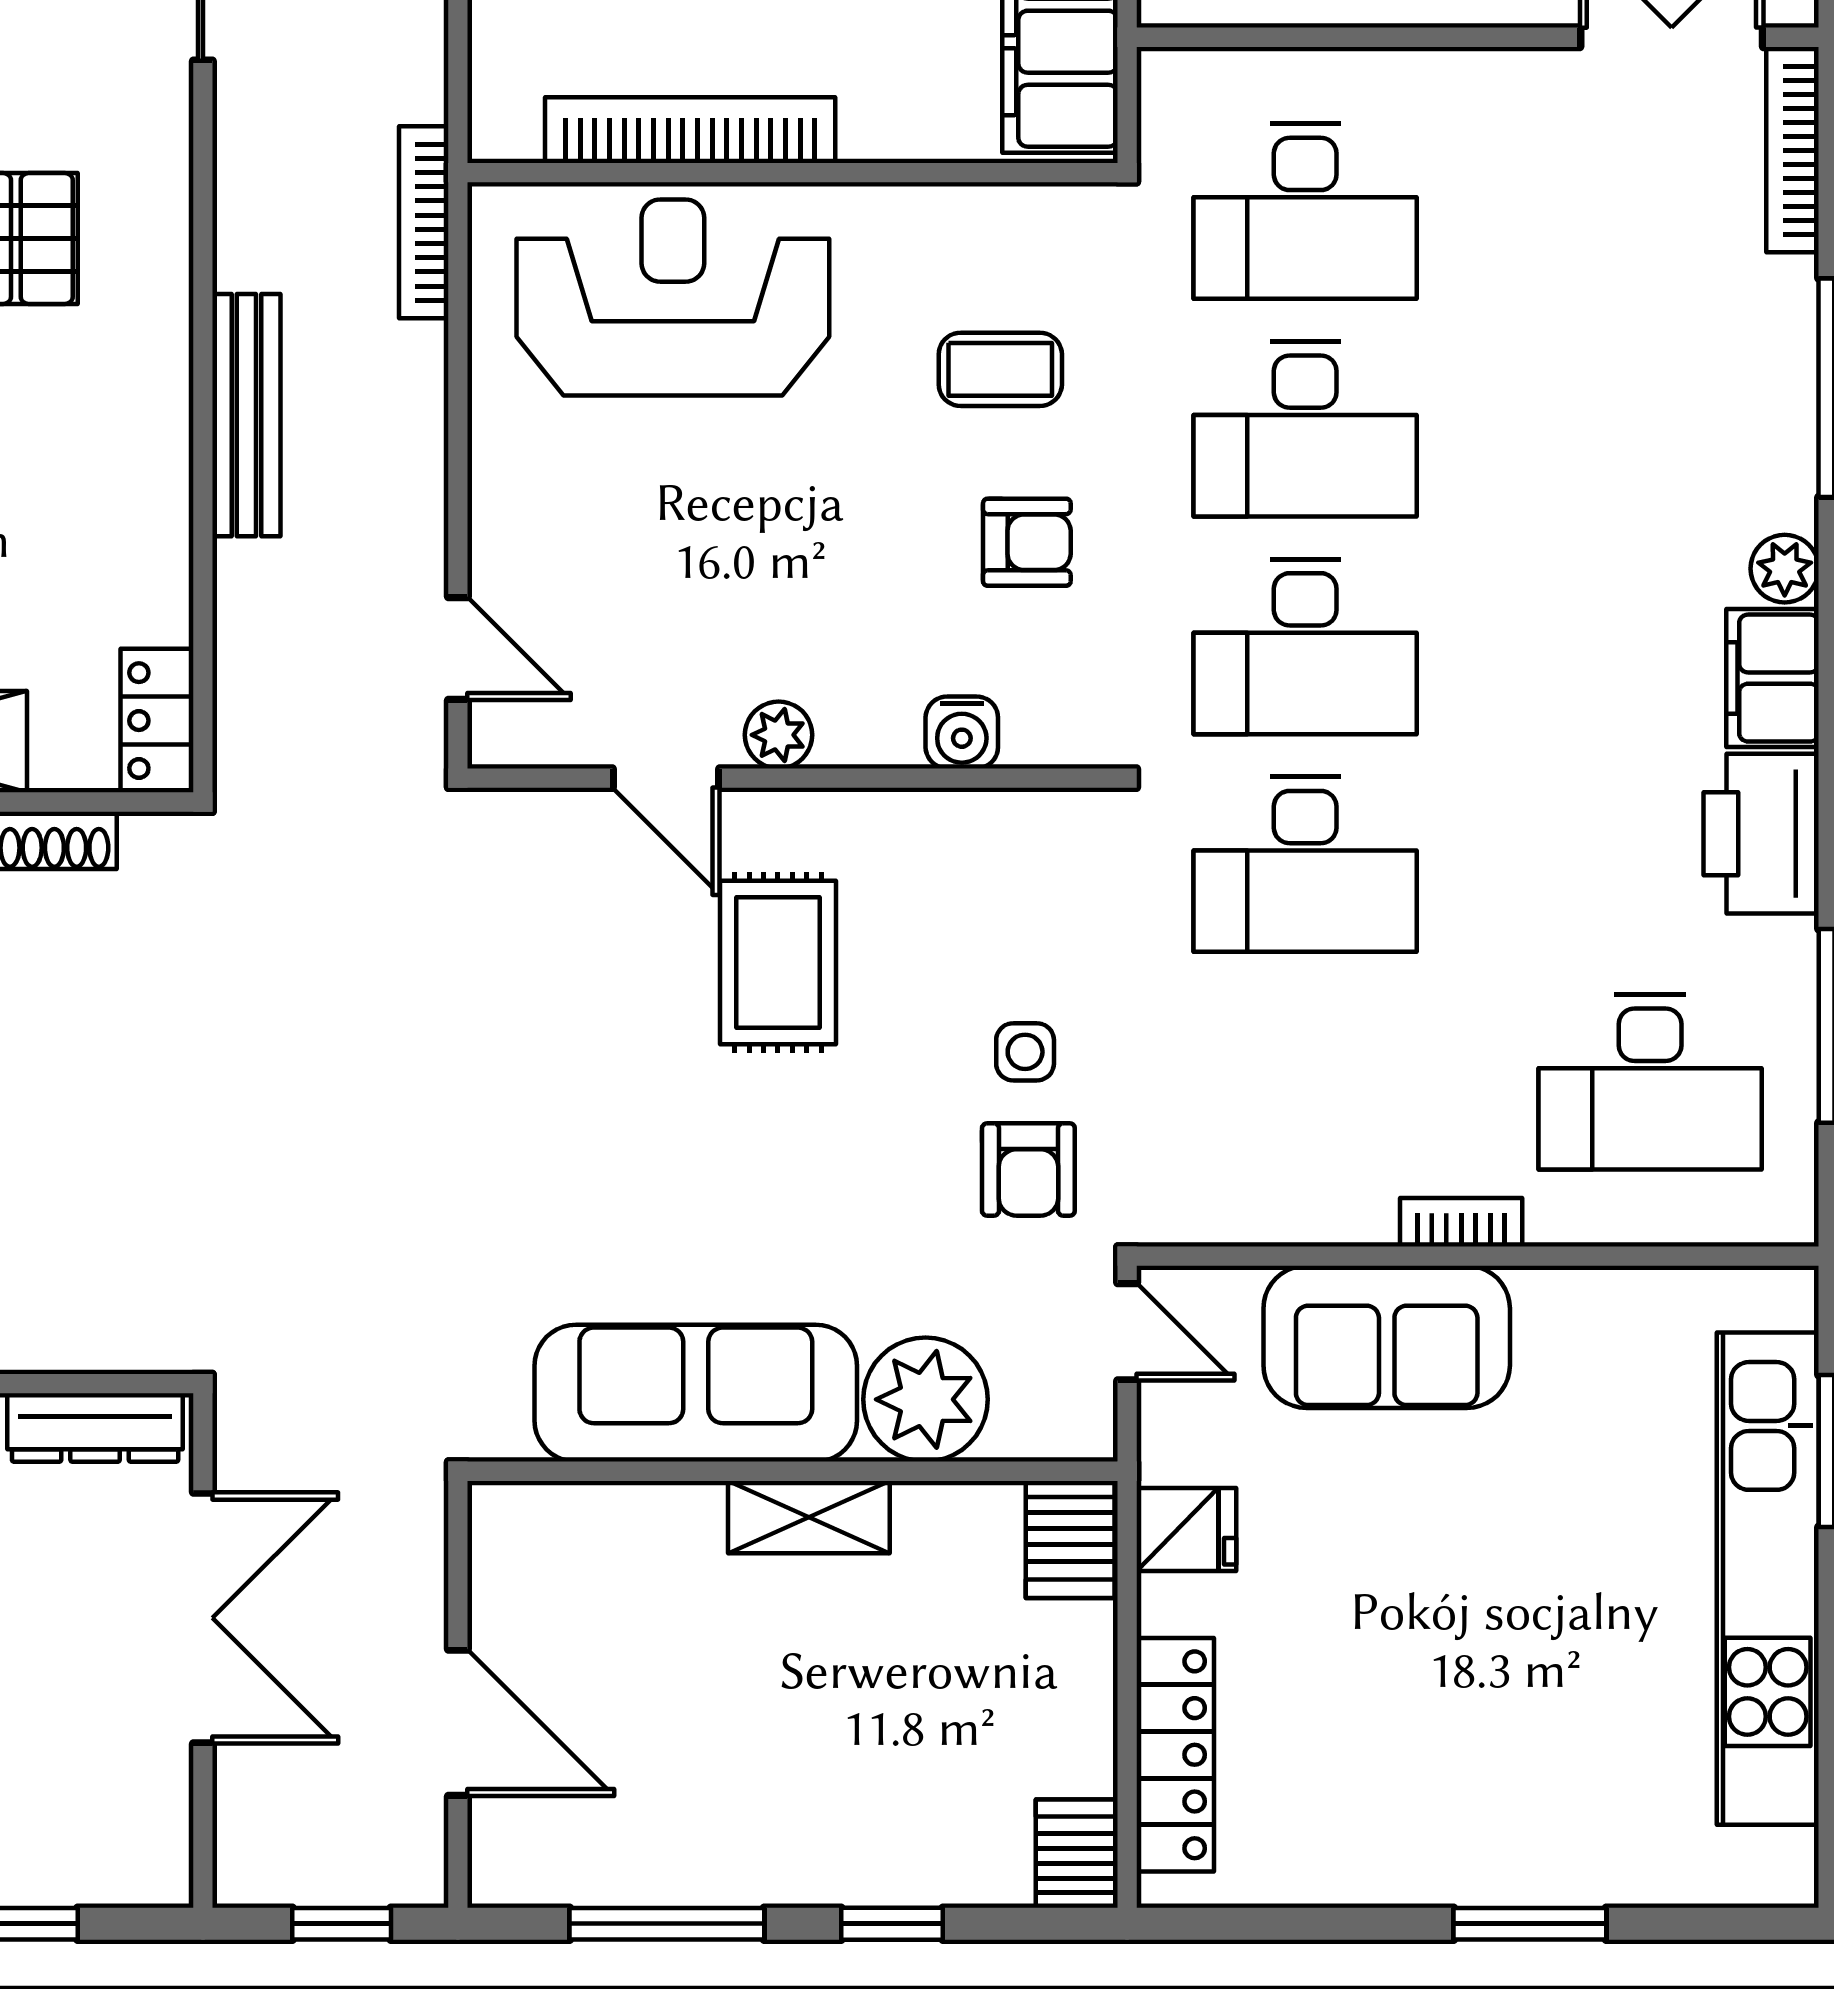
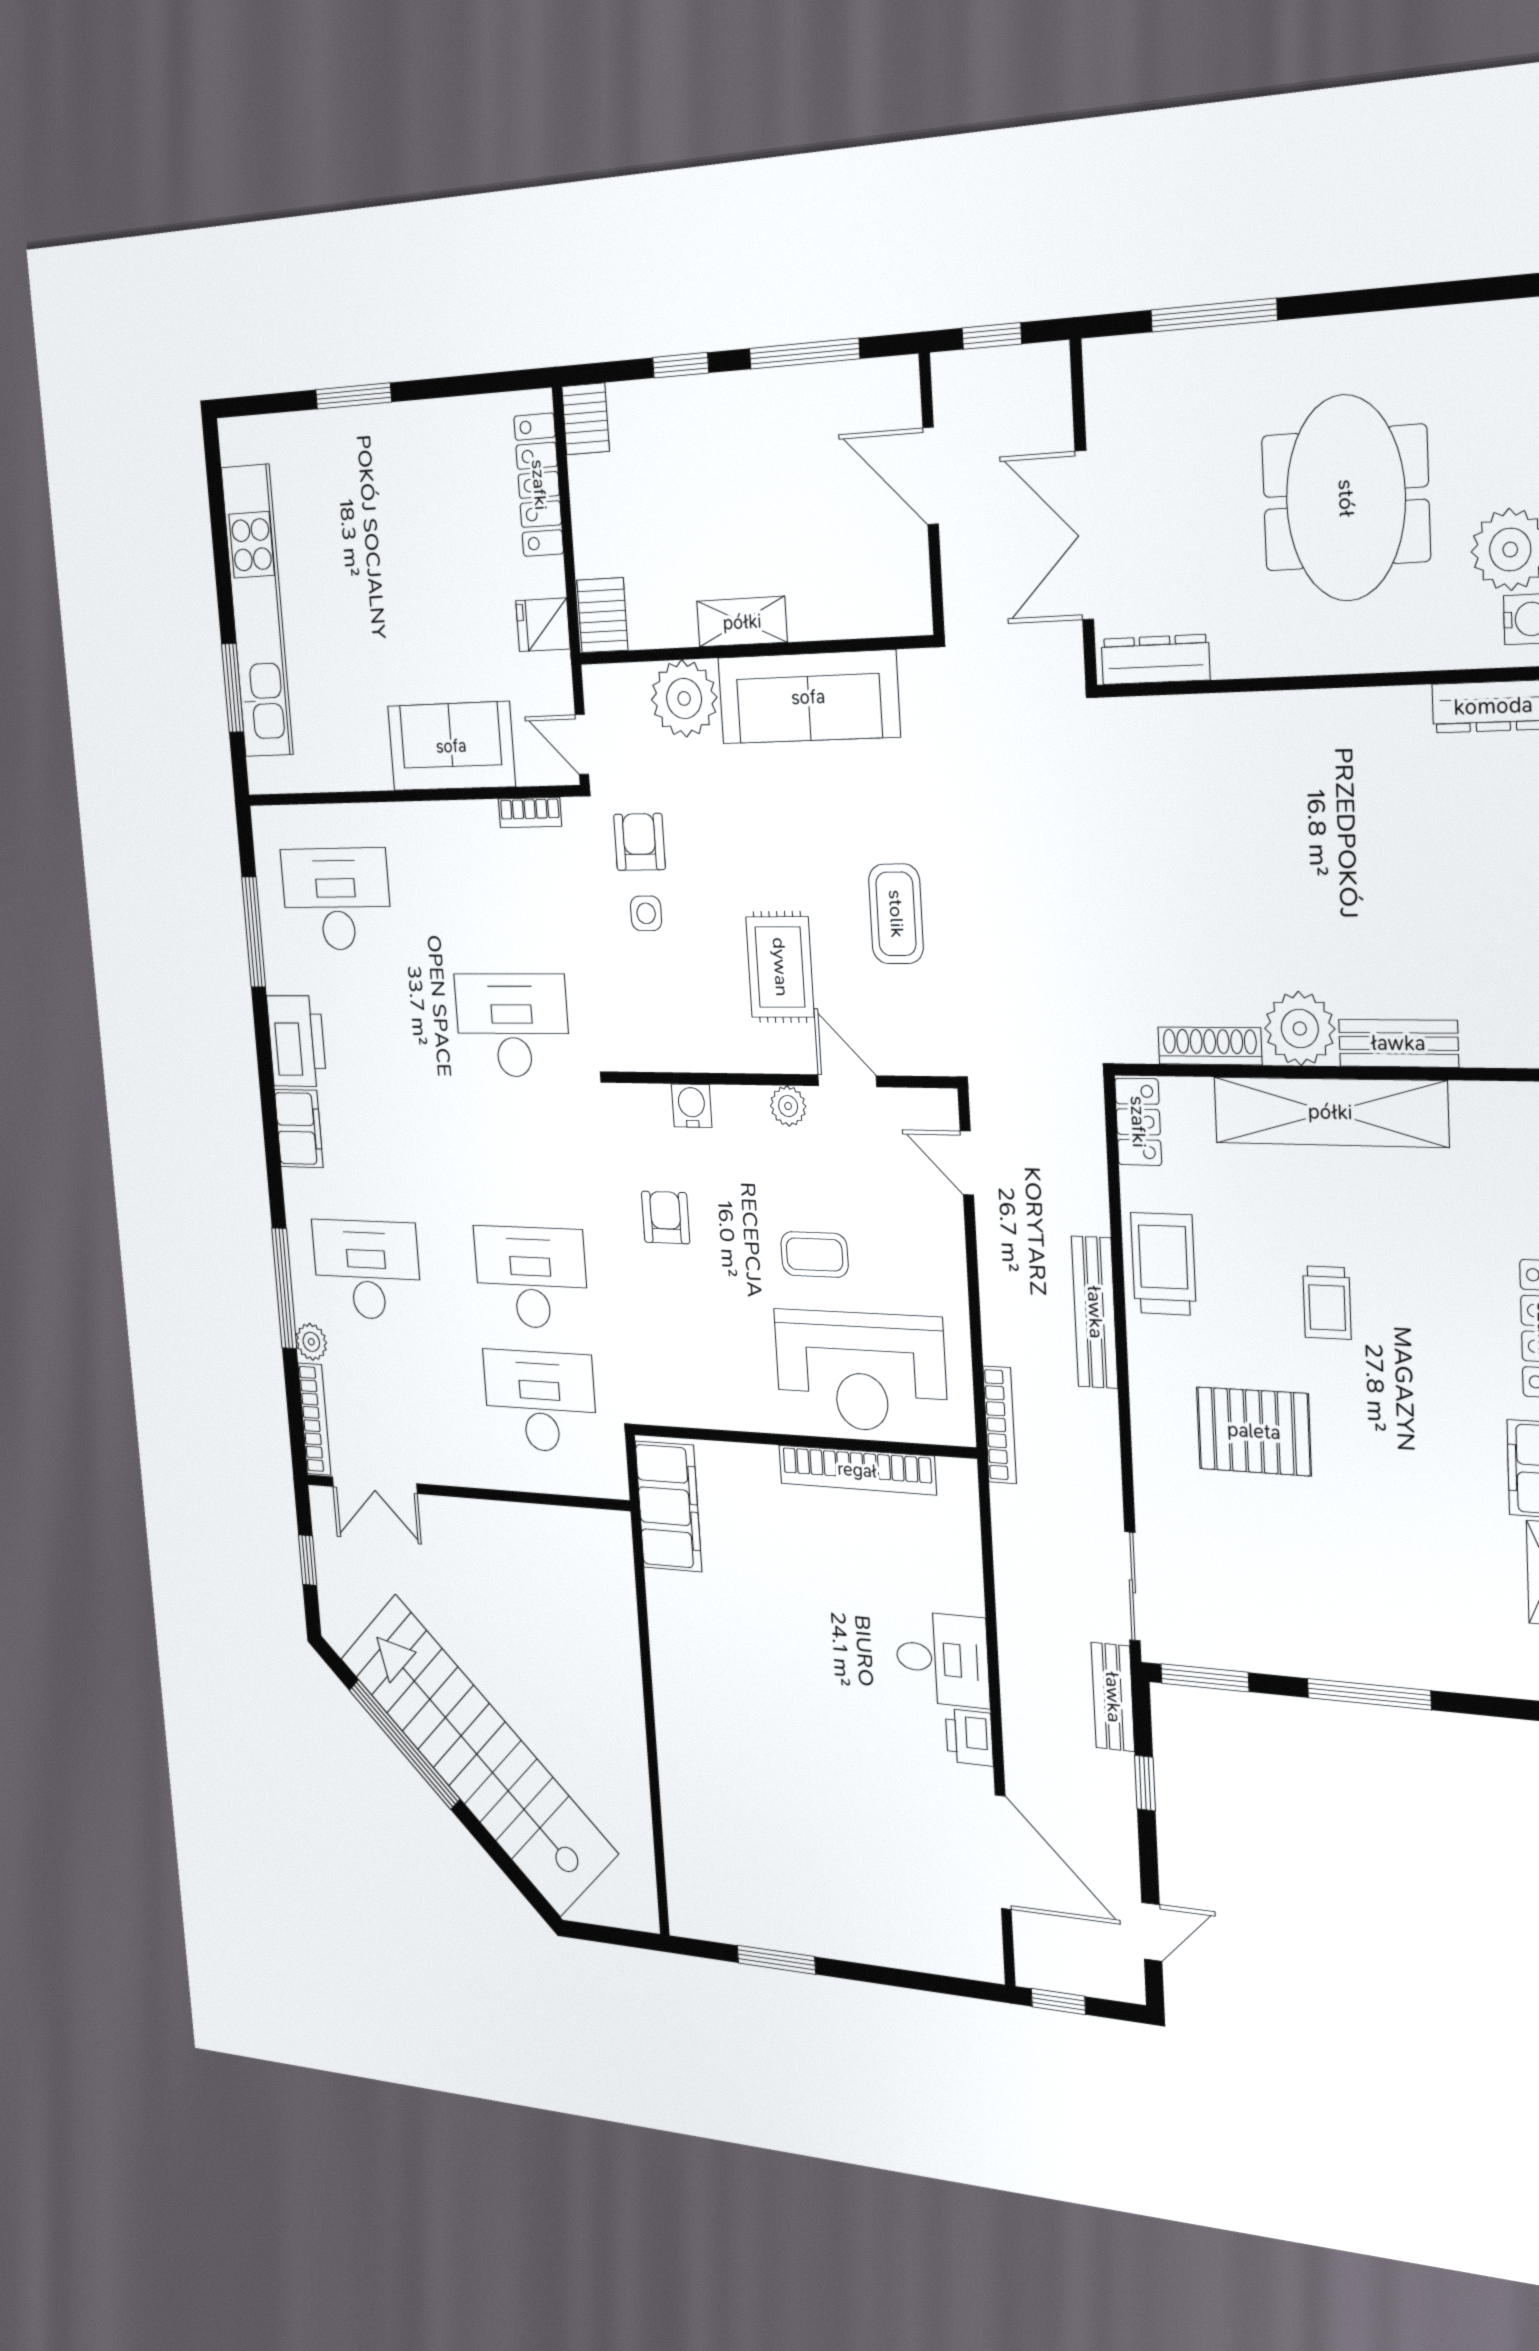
coffee table: (1000, 369) -> (814, 1254), moved
trolley: (125, 497) -> (1163, 1264), added
armchair: (1027, 542) -> (666, 1218), turned 90
plant: (1785, 569) -> (311, 1342), moved
desk: (1305, 647) -> (367, 1270), moved
coffee table: (561, 1047) -> (896, 914), added
bookcase: (1461, 1222) -> (530, 813), moved

